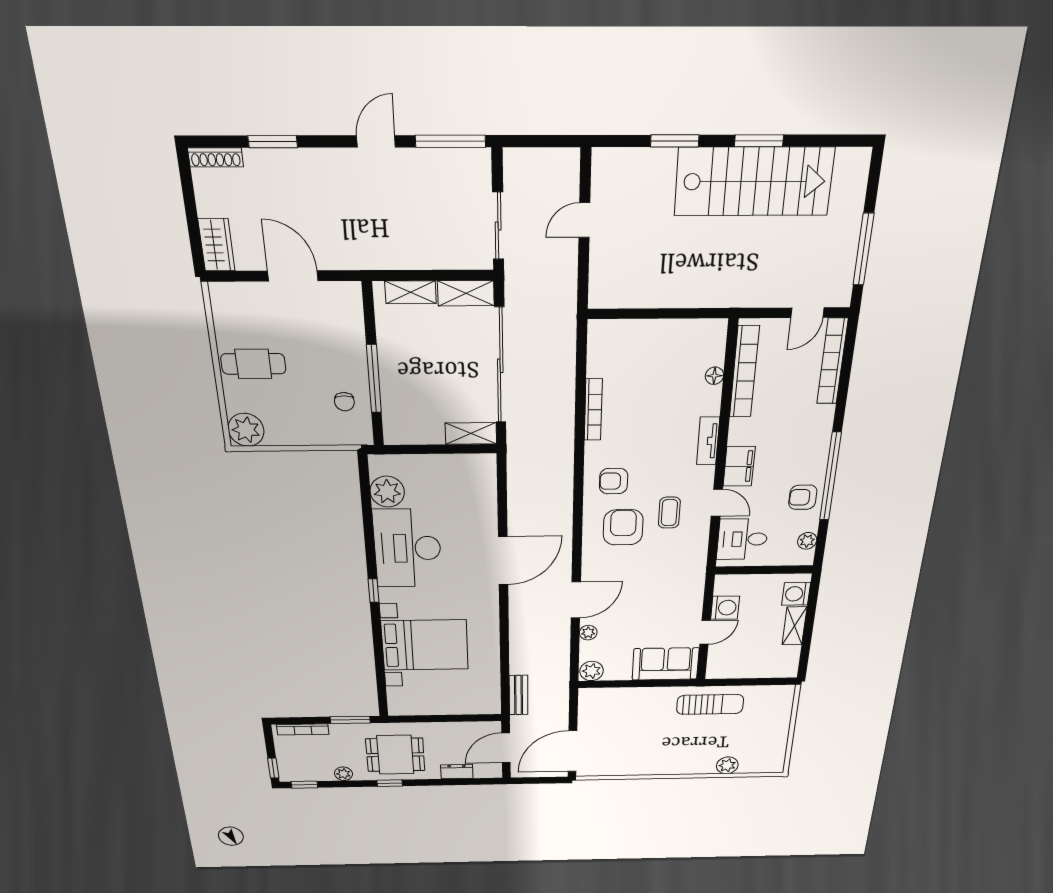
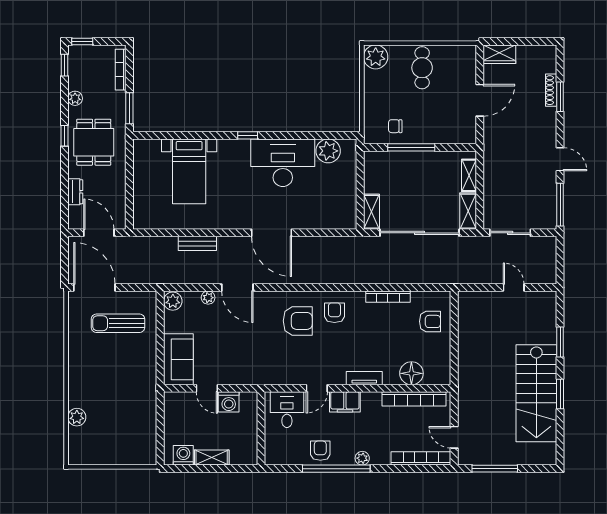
shoe rack: (216, 157) -> (551, 90), moved
armchair: (632, 350) -> (430, 321), added
floor lamp: (714, 376) -> (411, 373), width x1.89, depth x1.89
coffee table: (669, 513) -> (309, 354), removed
plant: (807, 541) -> (362, 458), moved
washing machine: (796, 594) -> (183, 455), moved
bed with nightstands: (425, 645) -> (189, 171), width x0.73
bench: (519, 695) -> (197, 243), moved
sun lounger: (710, 704) -> (118, 323), moved, turned 90

